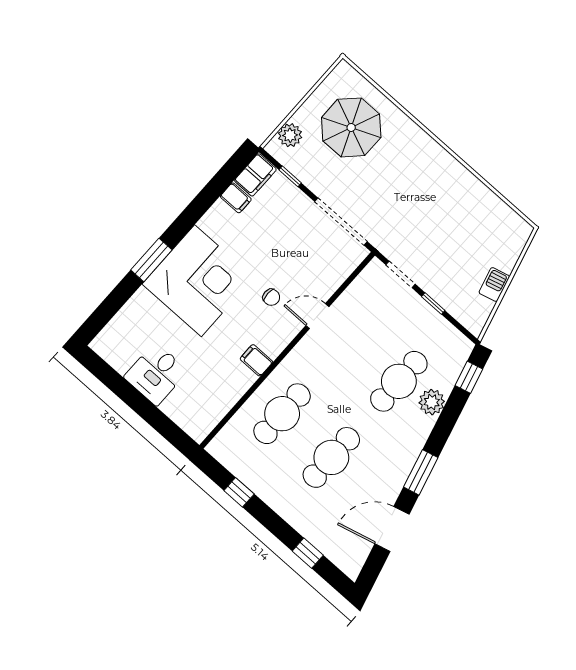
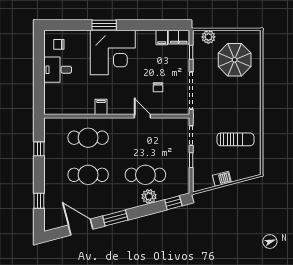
sun lounger: (458, 220) -> (235, 139), added
chair: (271, 297) -> (158, 87), moved
chair: (124, 343) -> (59, 44), added

